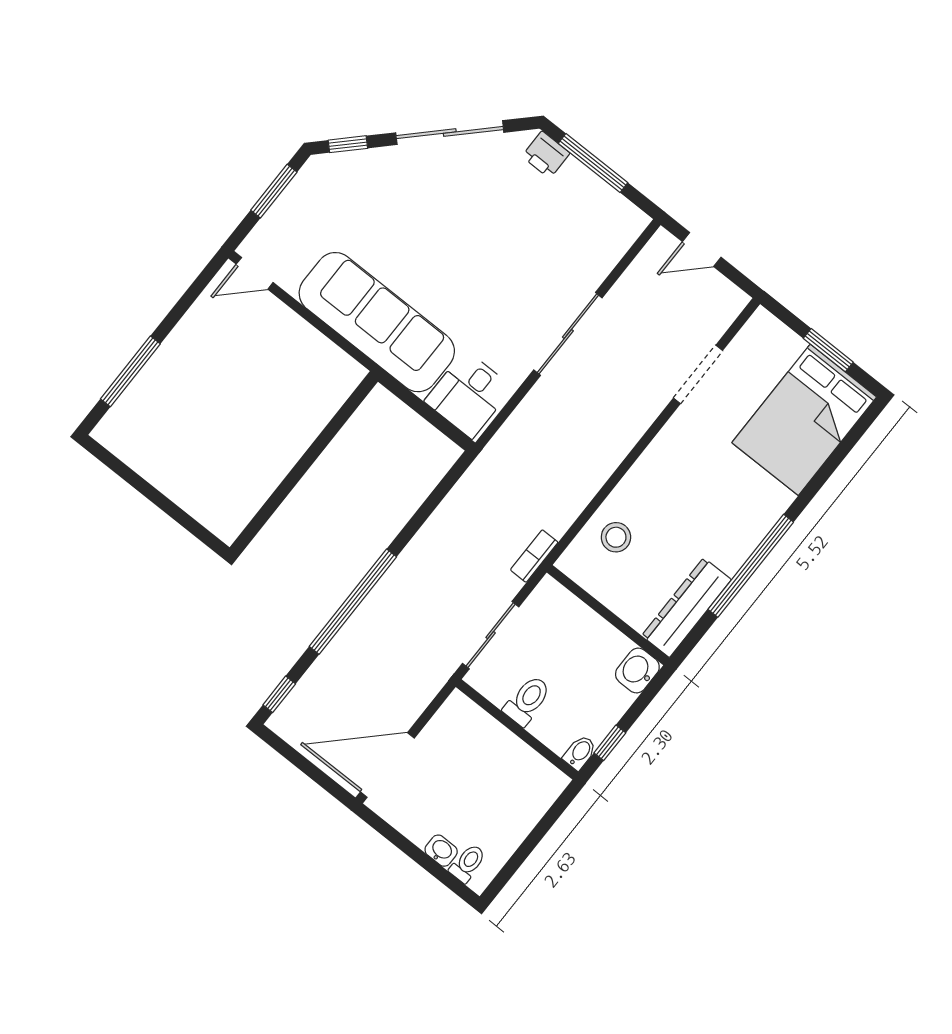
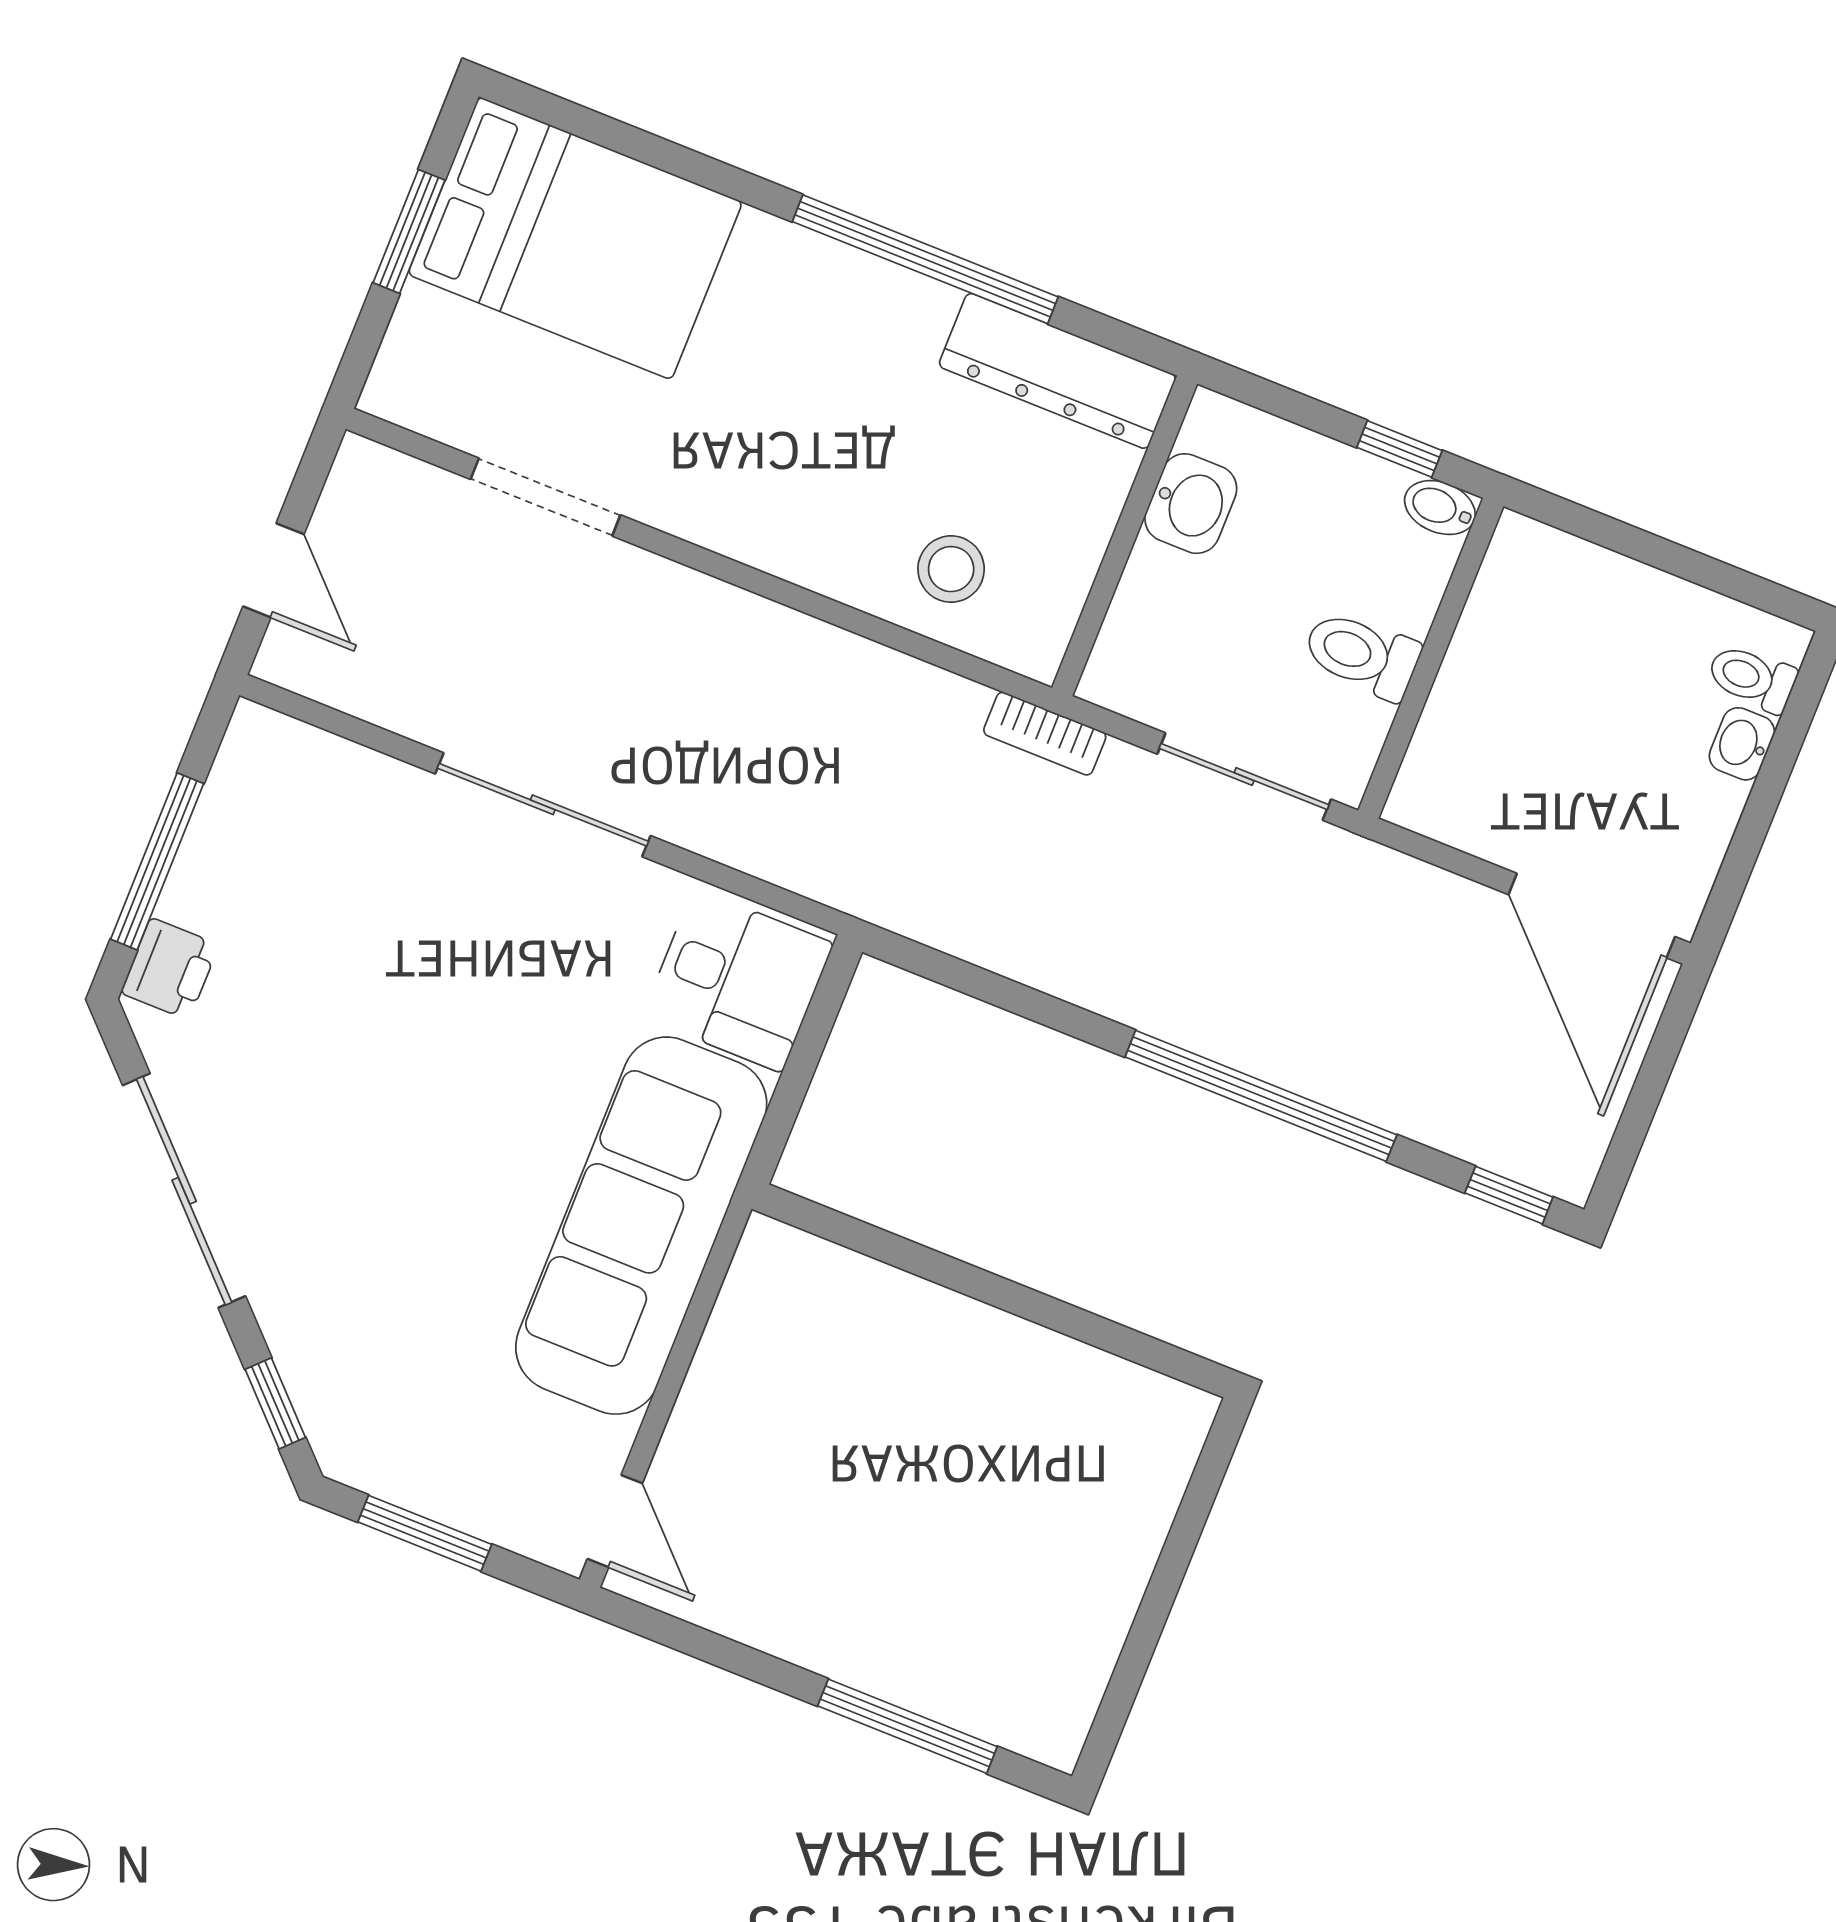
washbasin: (637, 671) -> (1191, 504), moved, turned -90

